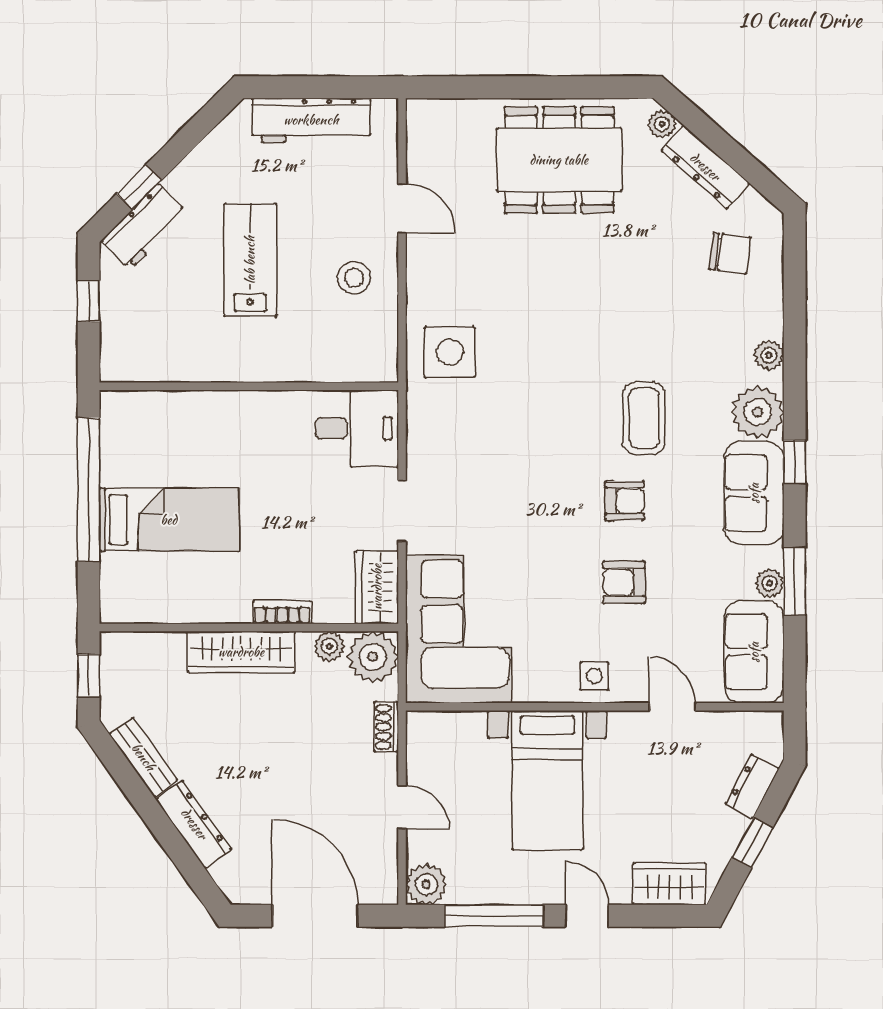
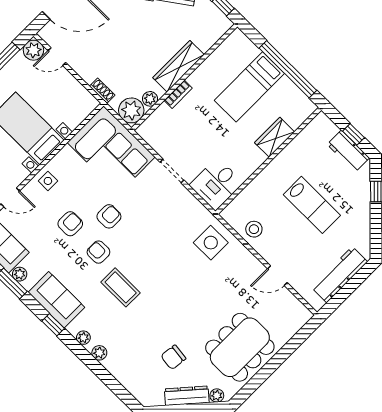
workbench: (144, 227) -> (348, 151), moved, turned -45
chair: (730, 253) -> (173, 357), moved
stool: (354, 278) -> (254, 229), moved
plant: (758, 412) -> (83, 338), width x0.53, depth x0.53
armchair: (625, 501) -> (98, 252), turned 90
armchair: (558, 537) -> (109, 216), added
wardrobe: (377, 587) -> (275, 137), moved, turned -90
door: (402, 807) -> (57, 57), moved

